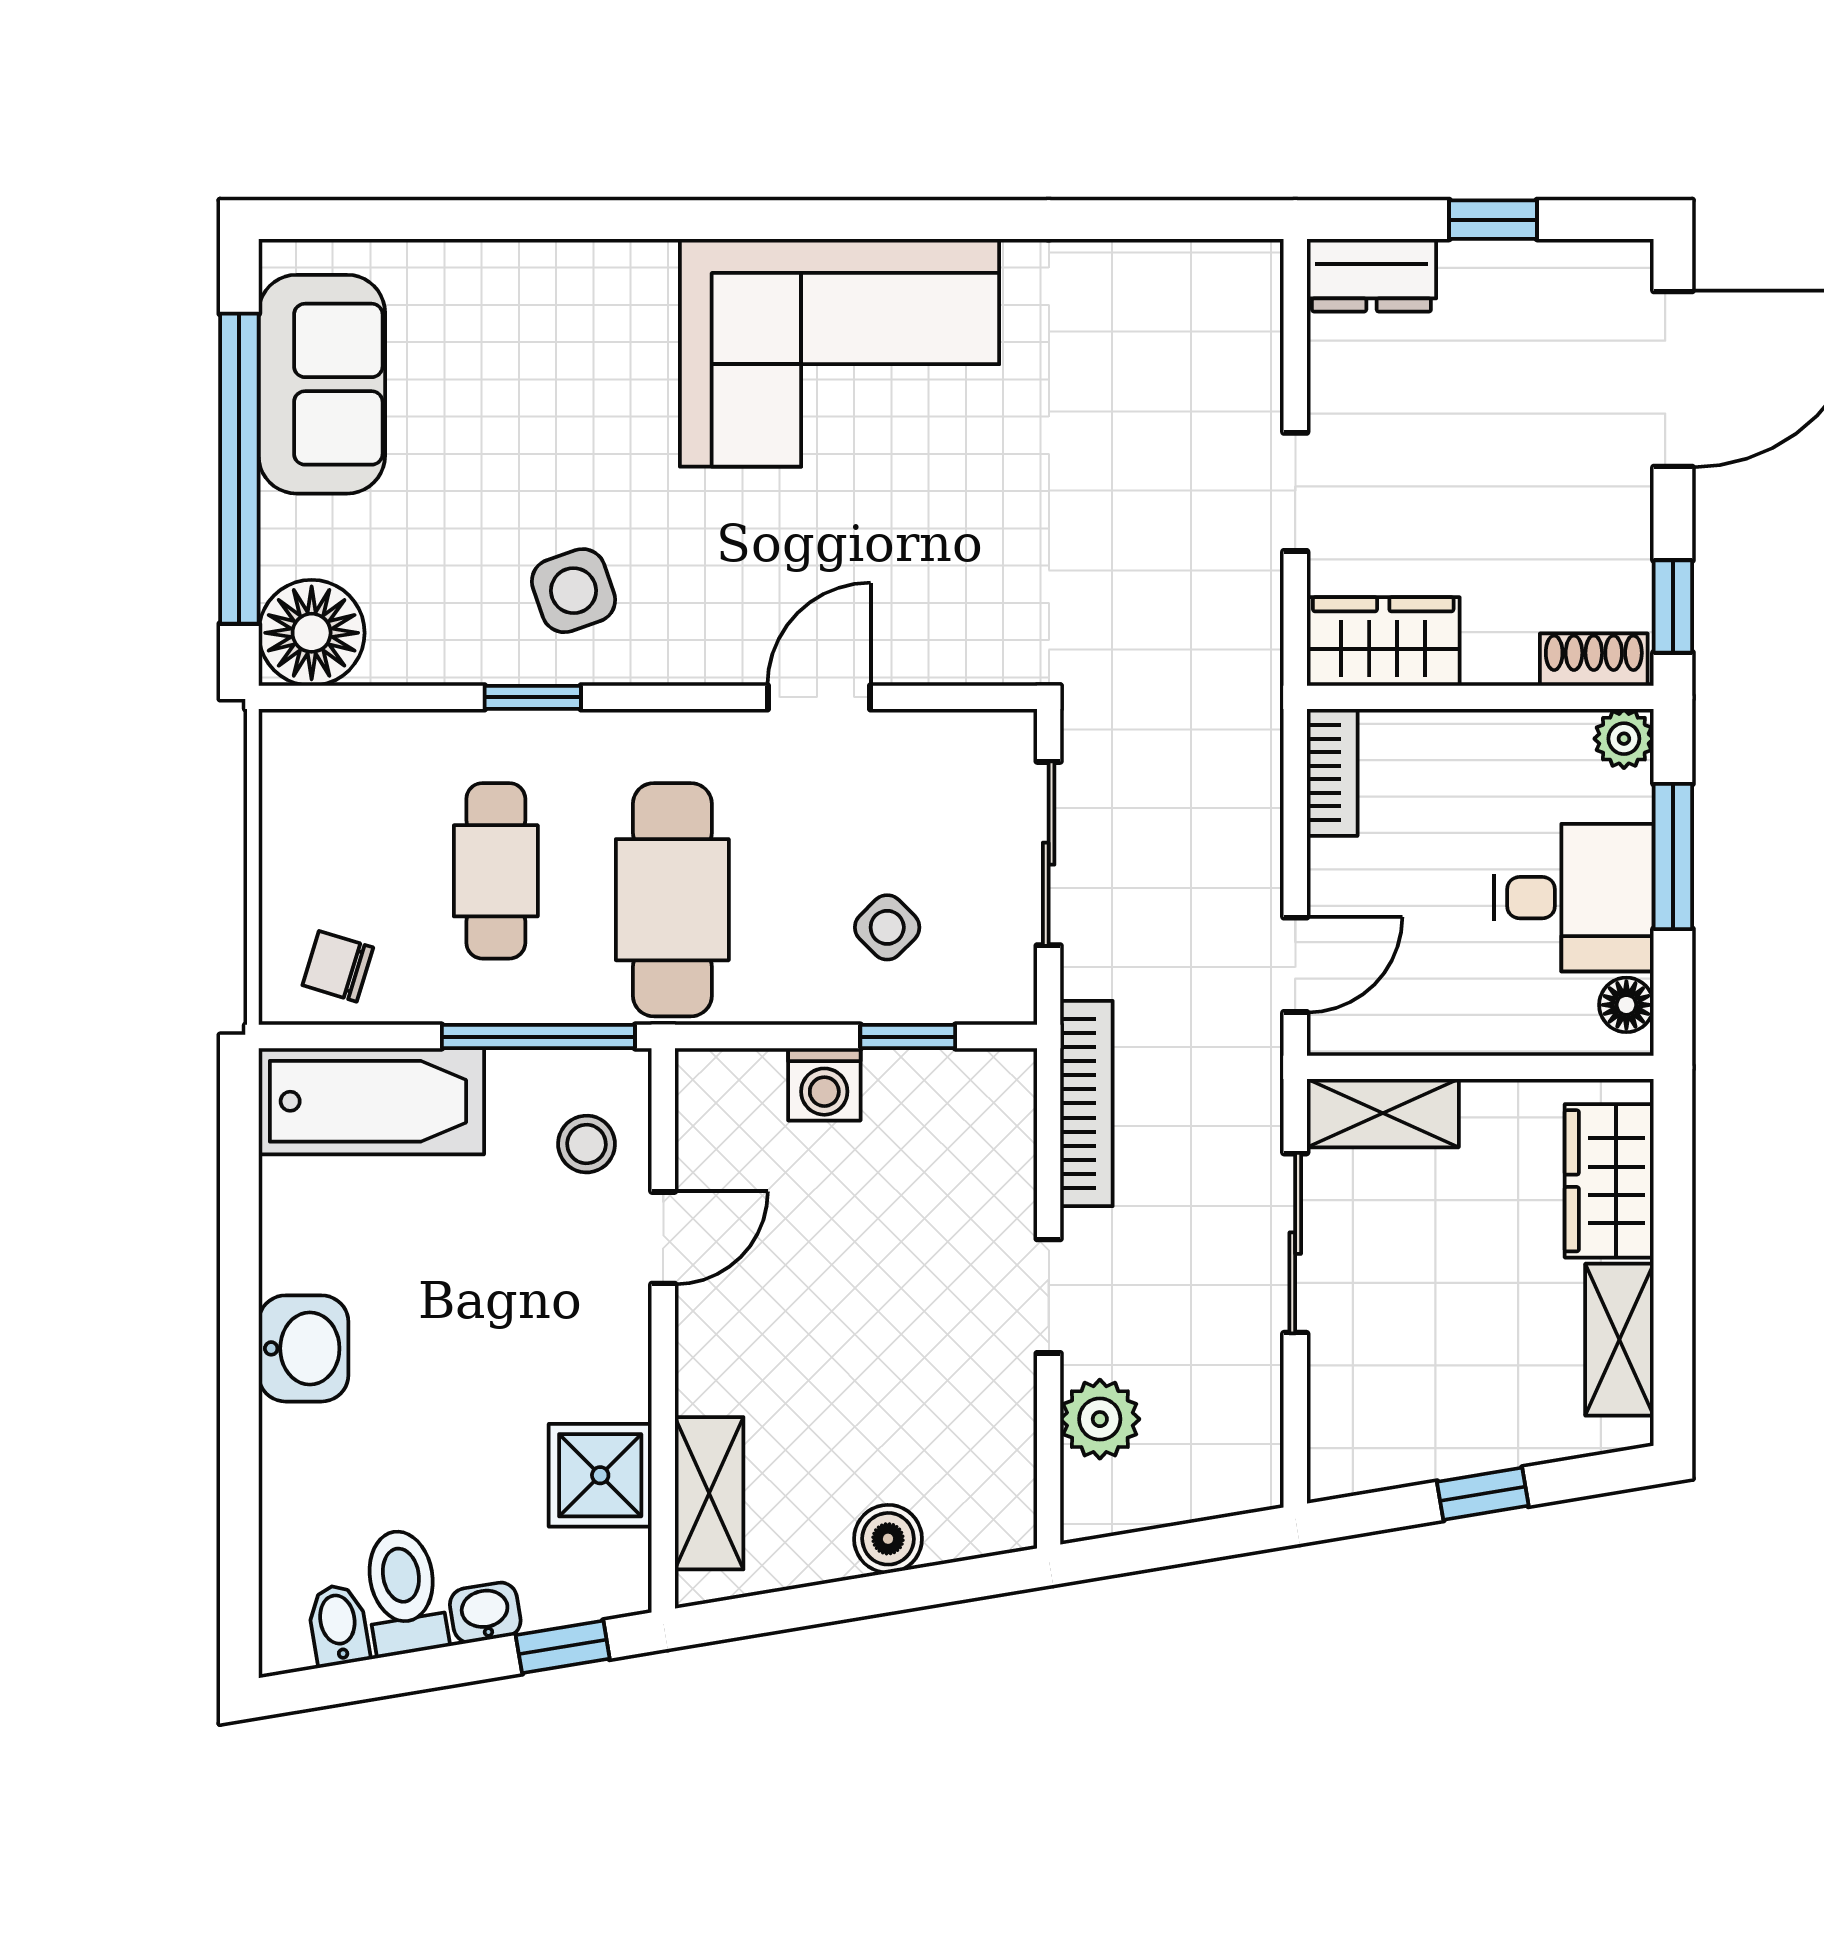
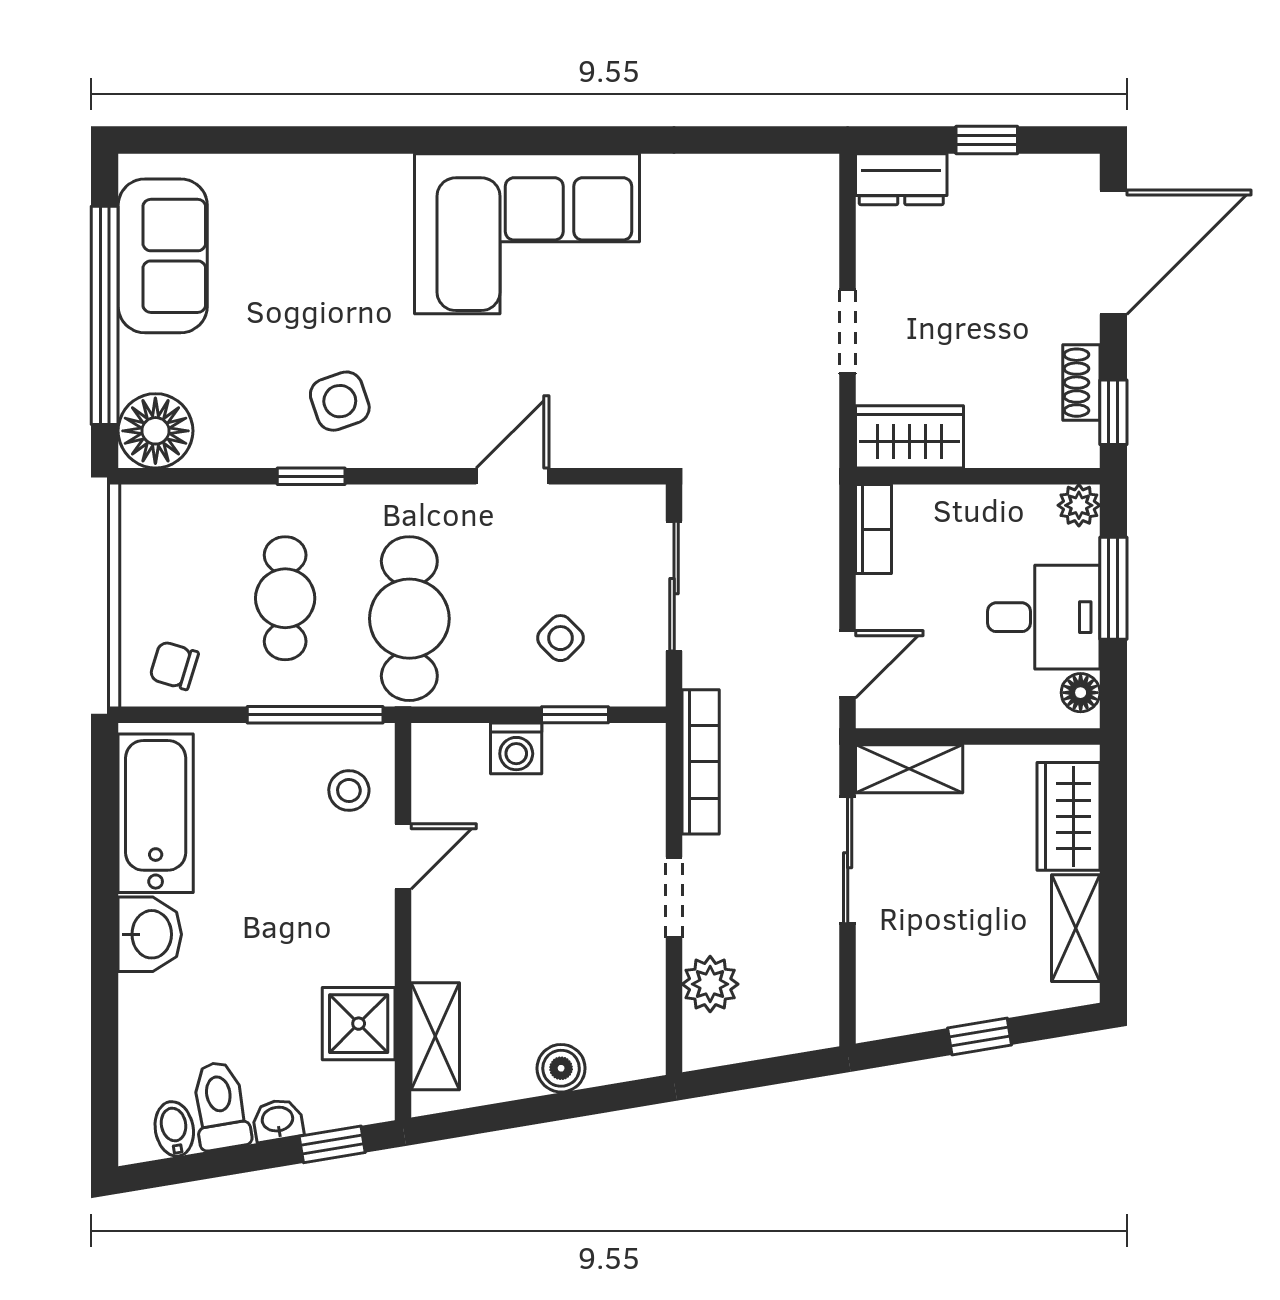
shoe rack: (1594, 660) -> (1081, 383), moved, turned -90
bathtub: (371, 1101) -> (156, 813), moved, turned -90

